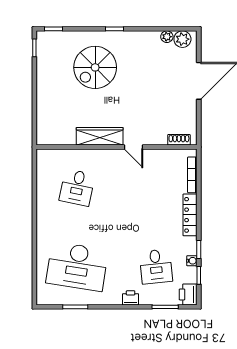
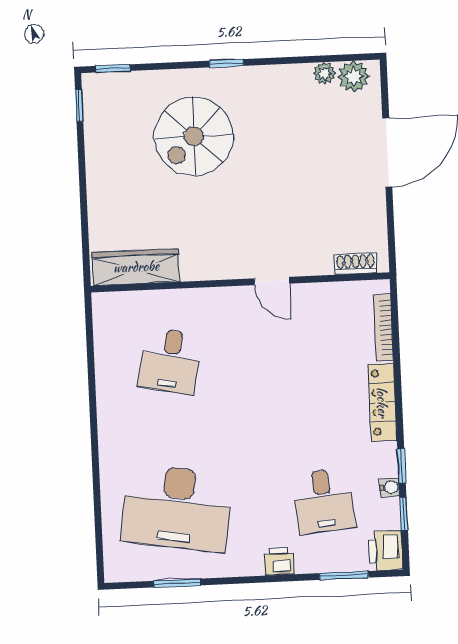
wardrobe: (100, 136) -> (136, 267), moved

